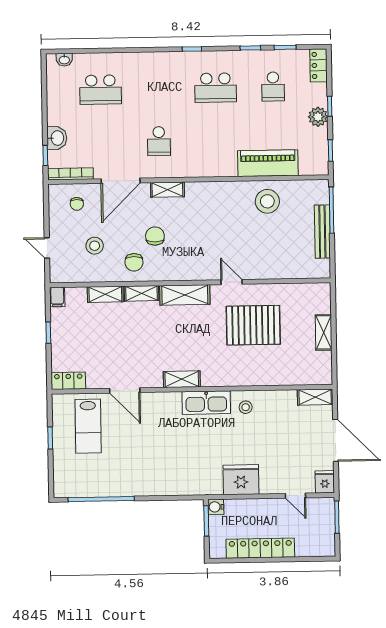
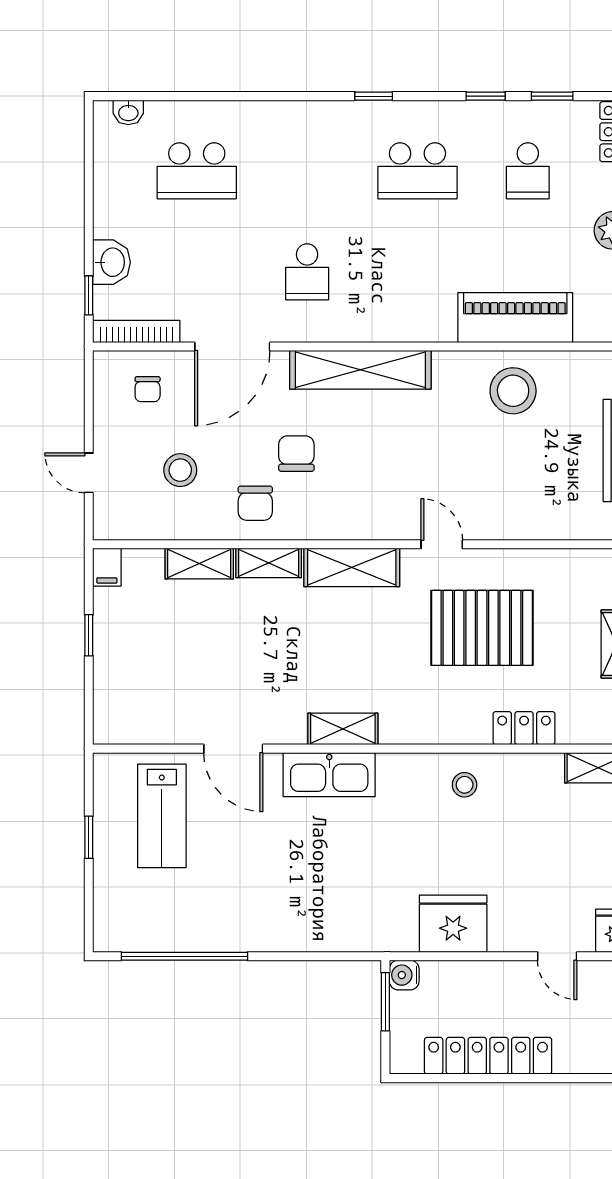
shelving: (167, 190) -> (360, 370), width x2.20, depth x1.33
locker: (68, 381) -> (524, 728), moved
kitchen sink: (206, 403) -> (329, 775), moved

